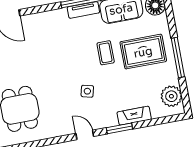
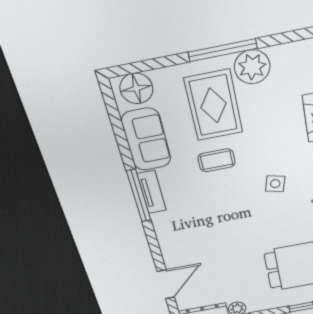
plant: (171, 96) -> (252, 67), moved

